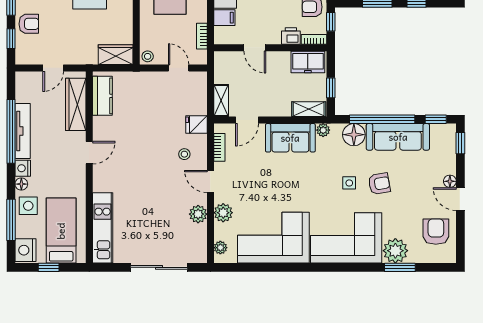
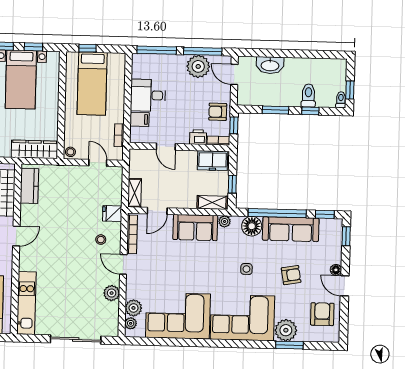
wardrobe: (116, 55) -> (35, 149), width x1.50
bookcase: (219, 147) -> (132, 234), width x1.56
armchair: (379, 184) -> (291, 275), moved
plant: (223, 213) -> (133, 308), moved

